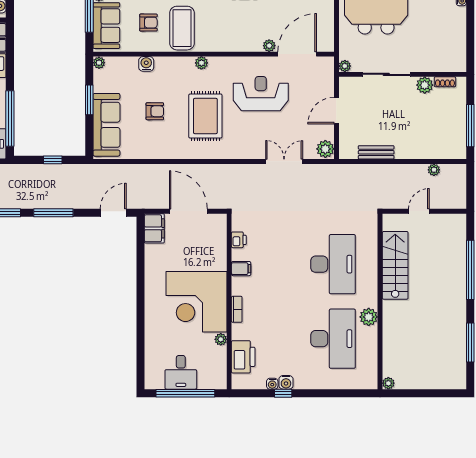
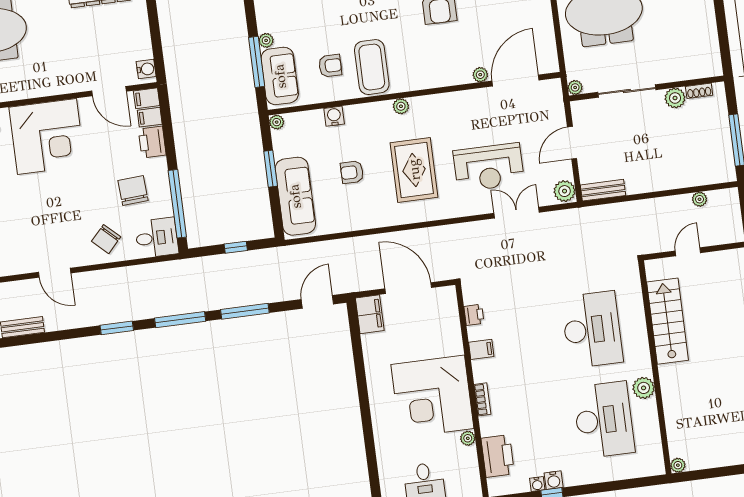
reception desk: (261, 94) -> (489, 167), moved, turned 180
armchair: (155, 111) -> (352, 172), turned 180
bench: (376, 152) -> (603, 190), moved

